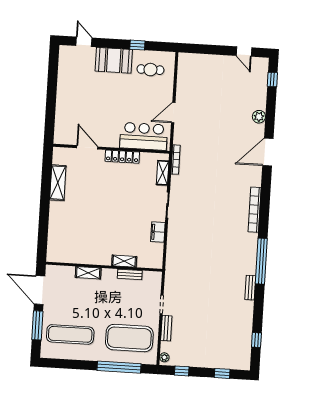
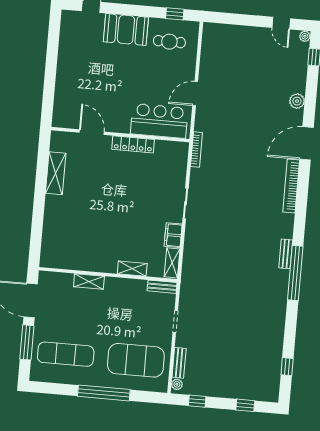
window: (137, 45) -> (175, 14), moved
plant: (264, 62) -> (305, 36), added
shelving: (163, 173) -> (172, 263), moved
bookcase: (255, 210) -> (291, 186), moved
bench: (130, 274) -> (162, 287), moved
bench: (250, 288) -> (286, 254), moved
bench: (166, 328) -> (179, 363), moved
window: (119, 367) -> (104, 393), moved

